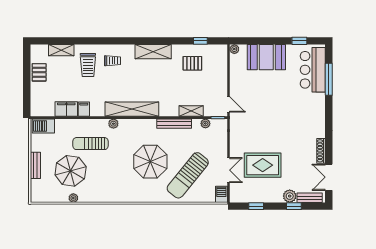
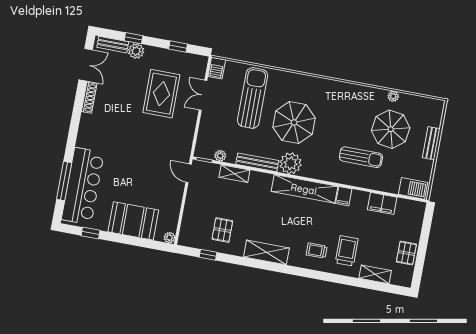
pallet: (192, 63) -> (222, 230), turned 90
bar counter: (313, 70) -> (83, 186), width x1.36
filing cabinet: (84, 109) -> (344, 196), moved
plant: (113, 124) -> (291, 163), moved, width x1.87, depth x1.87
rug: (263, 165) -> (161, 94), turned 90
sun lounger: (188, 175) -> (253, 98), turned -39

